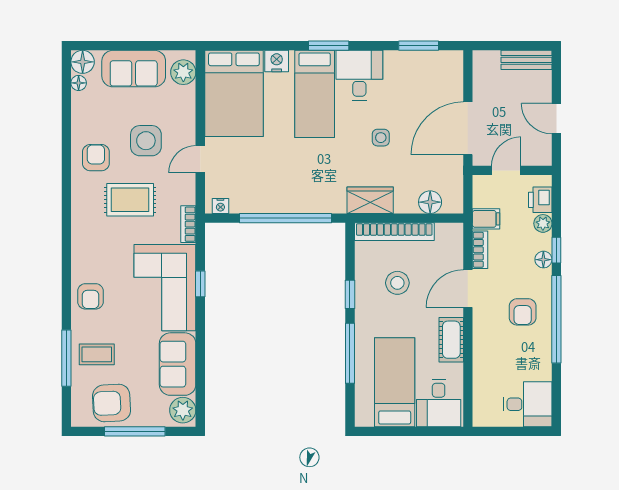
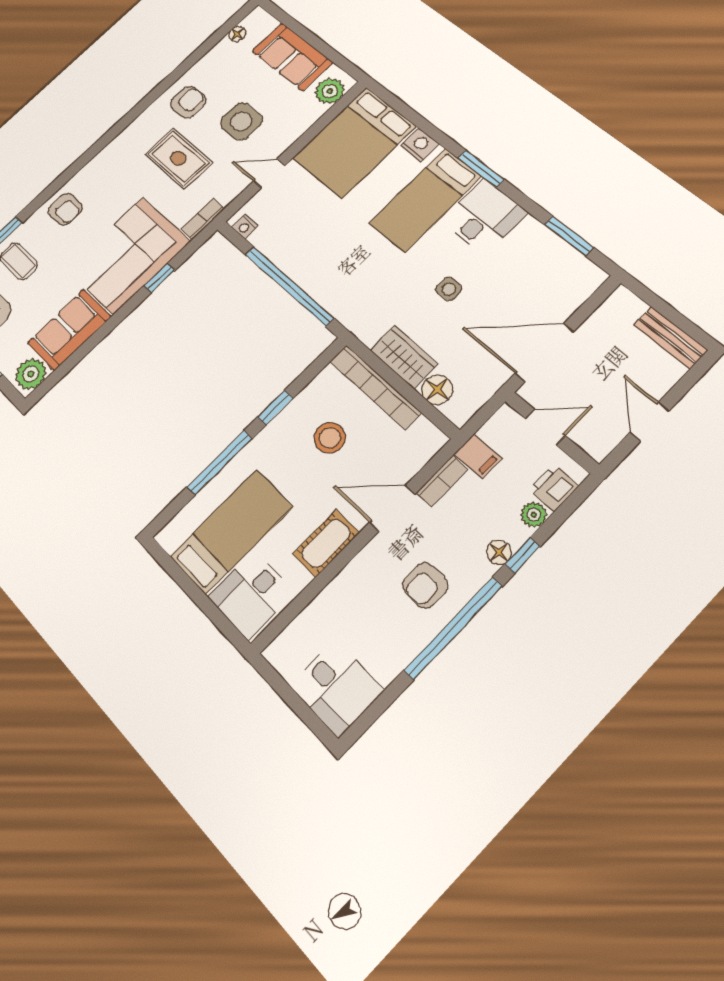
floor lamp: (83, 62) -> (258, 20), removed
wardrobe: (370, 200) -> (404, 357), moved
armchair: (90, 296) -> (65, 209), turned -90

